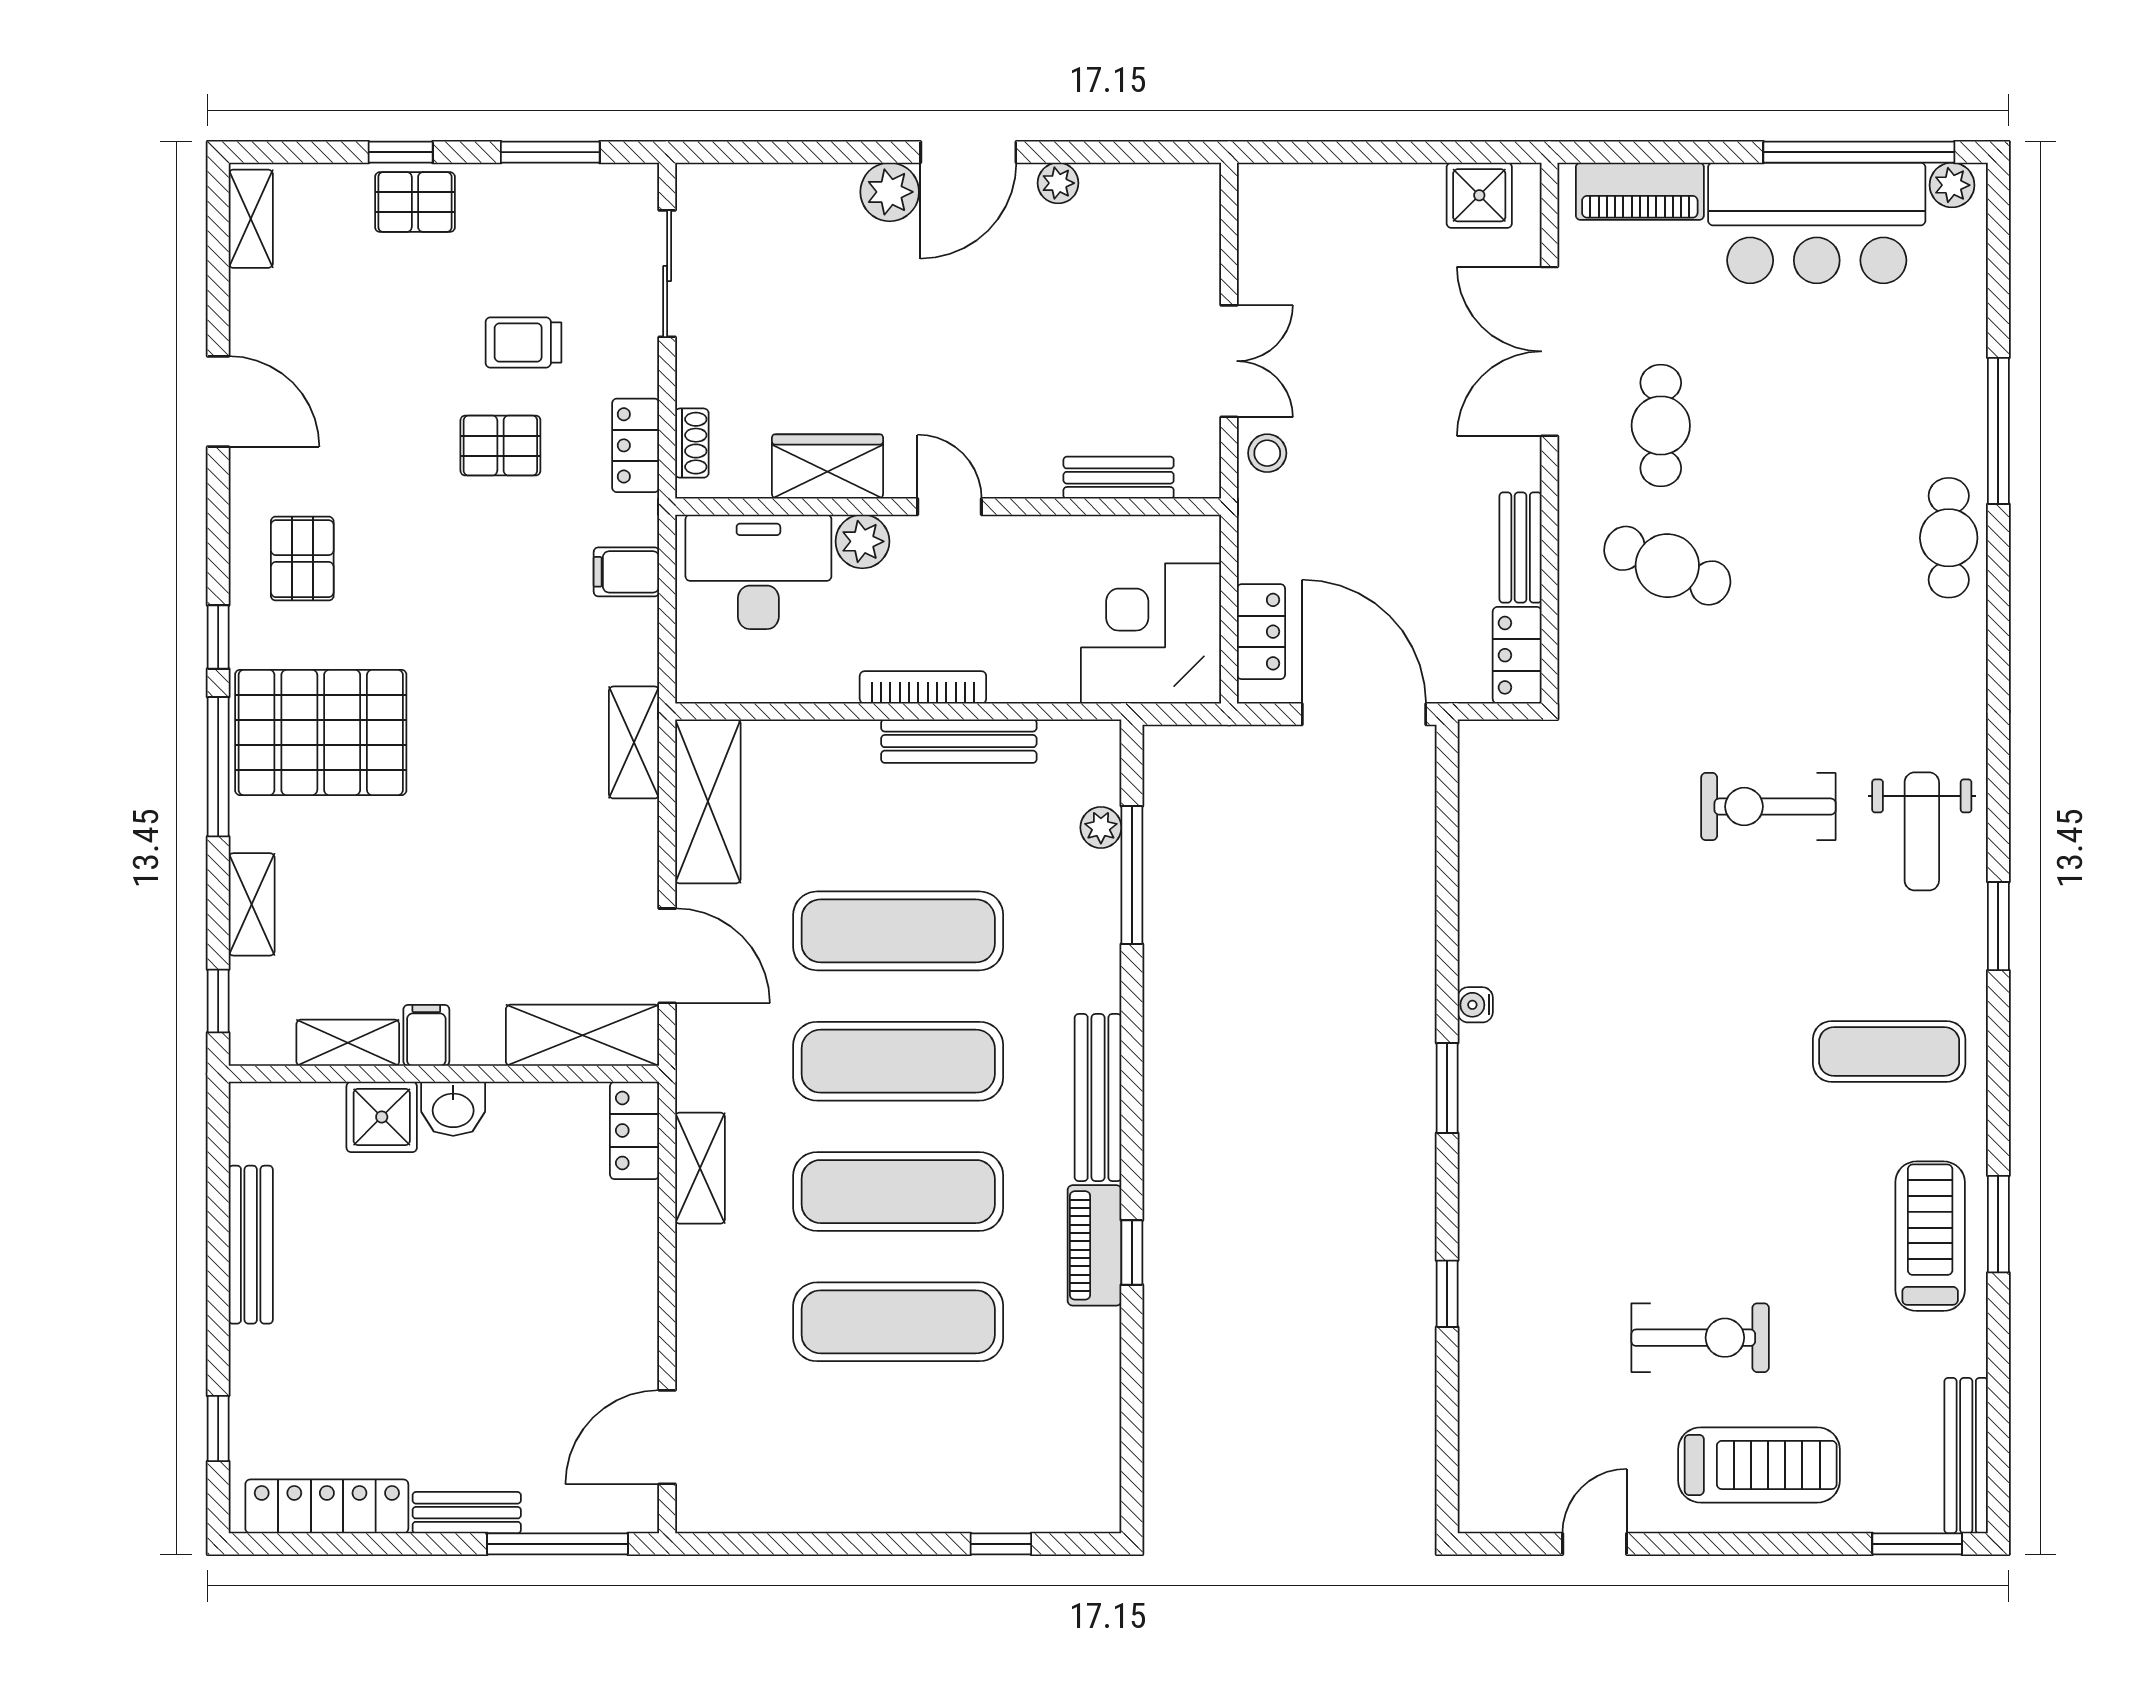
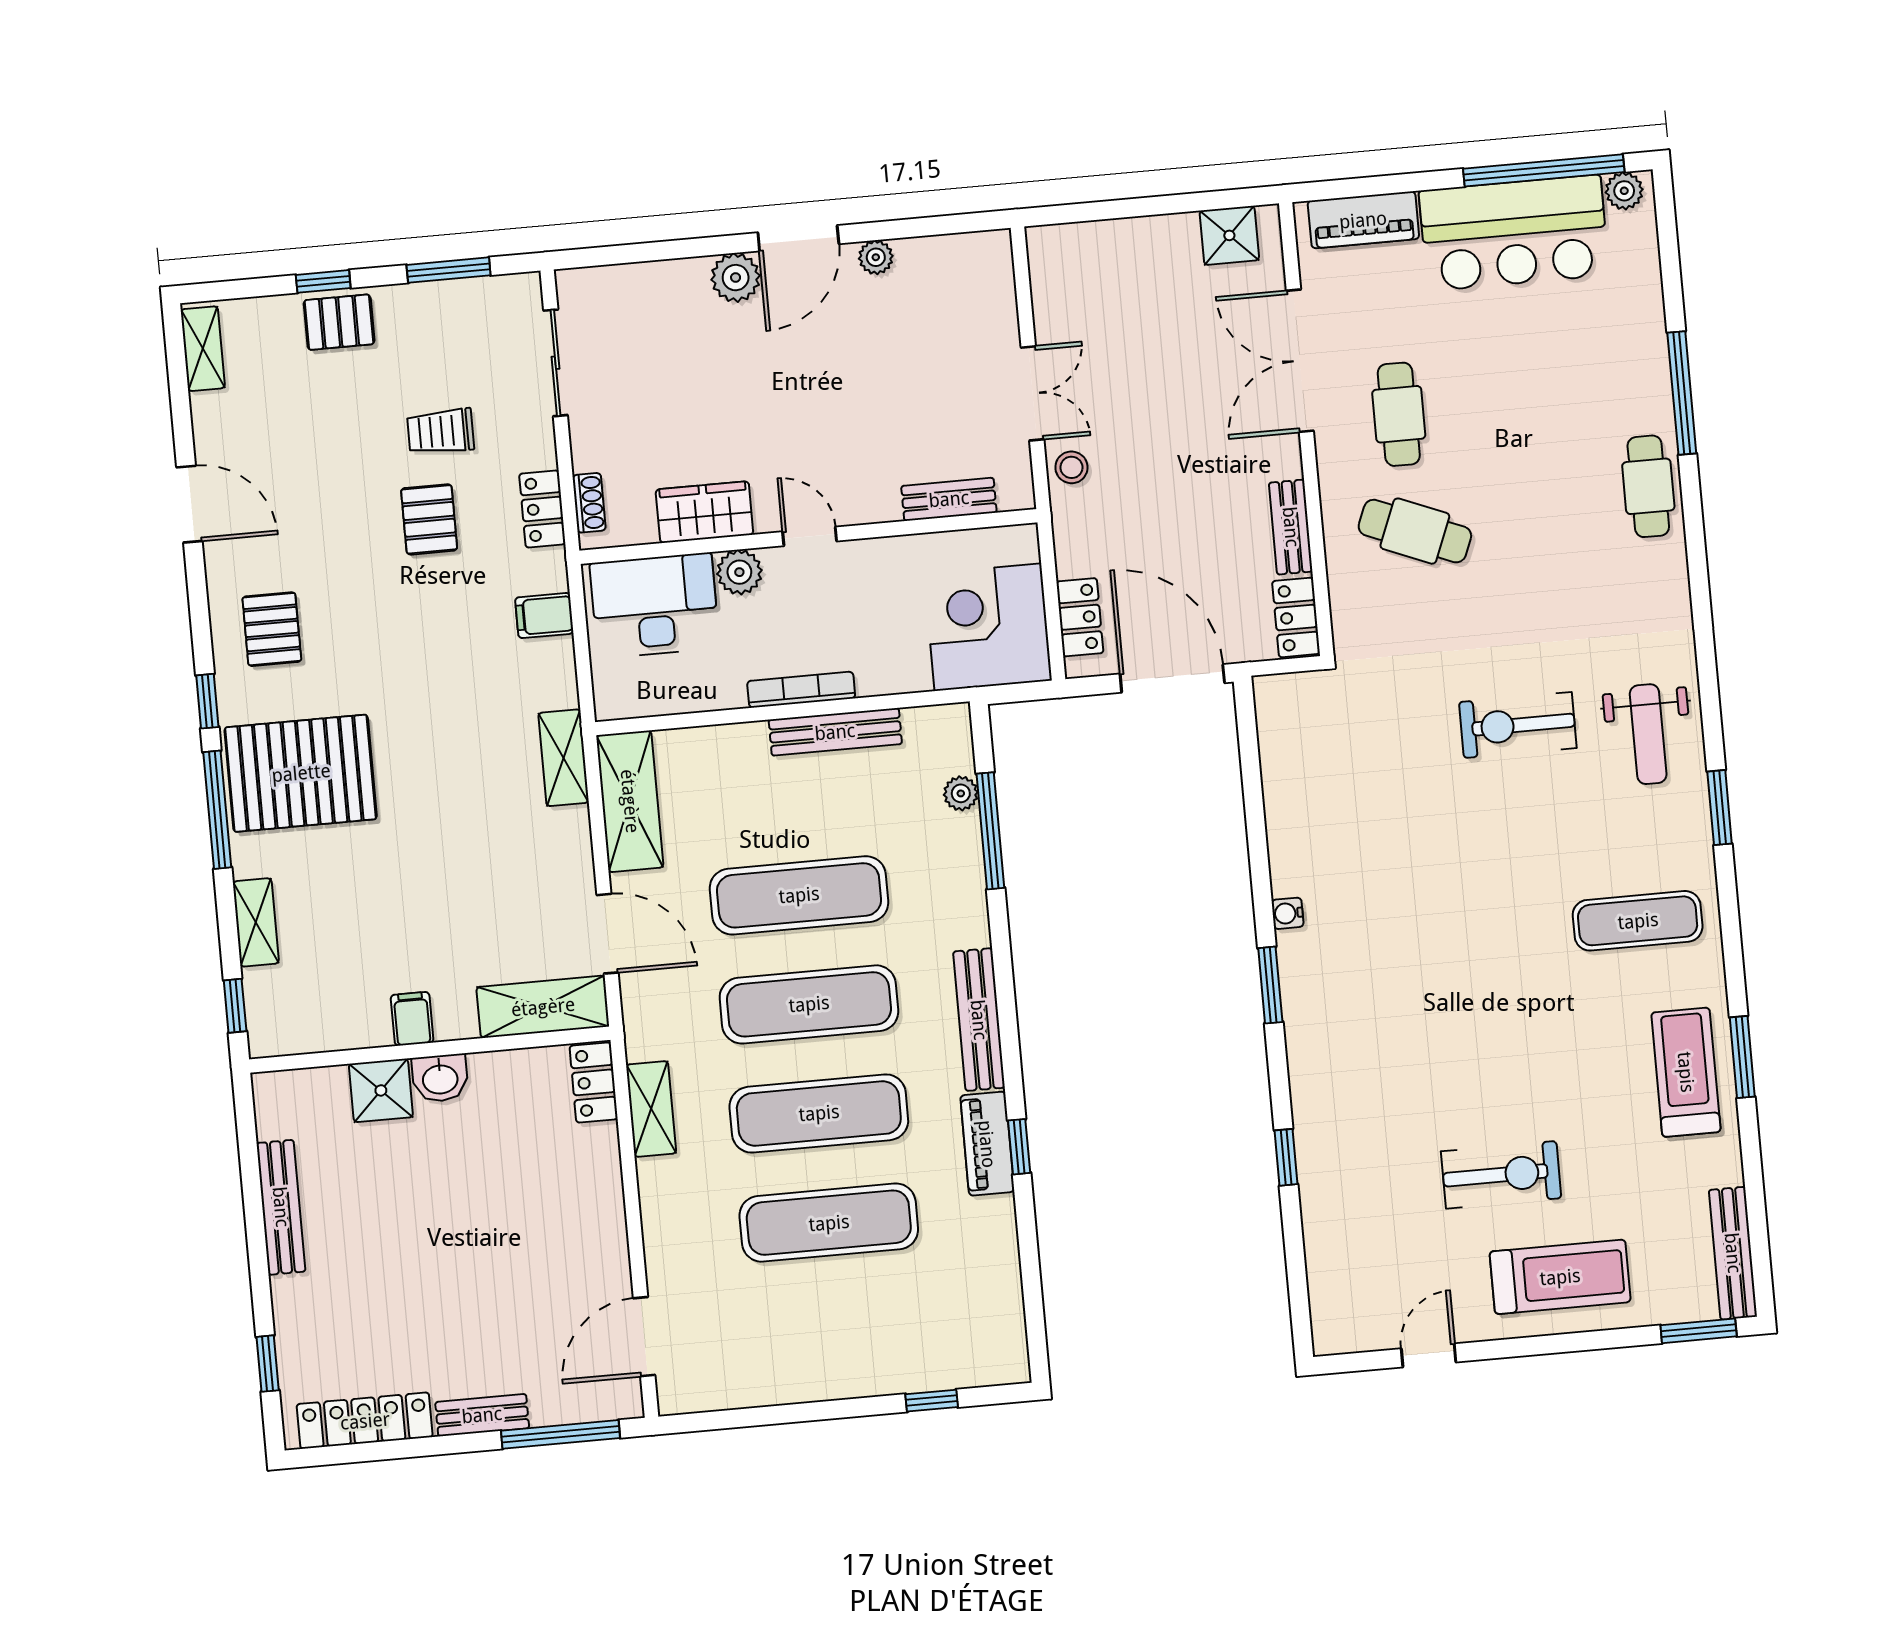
pallet: (500, 446) -> (429, 519), turned 90
shelving: (348, 1043) -> (347, 1031), removed

